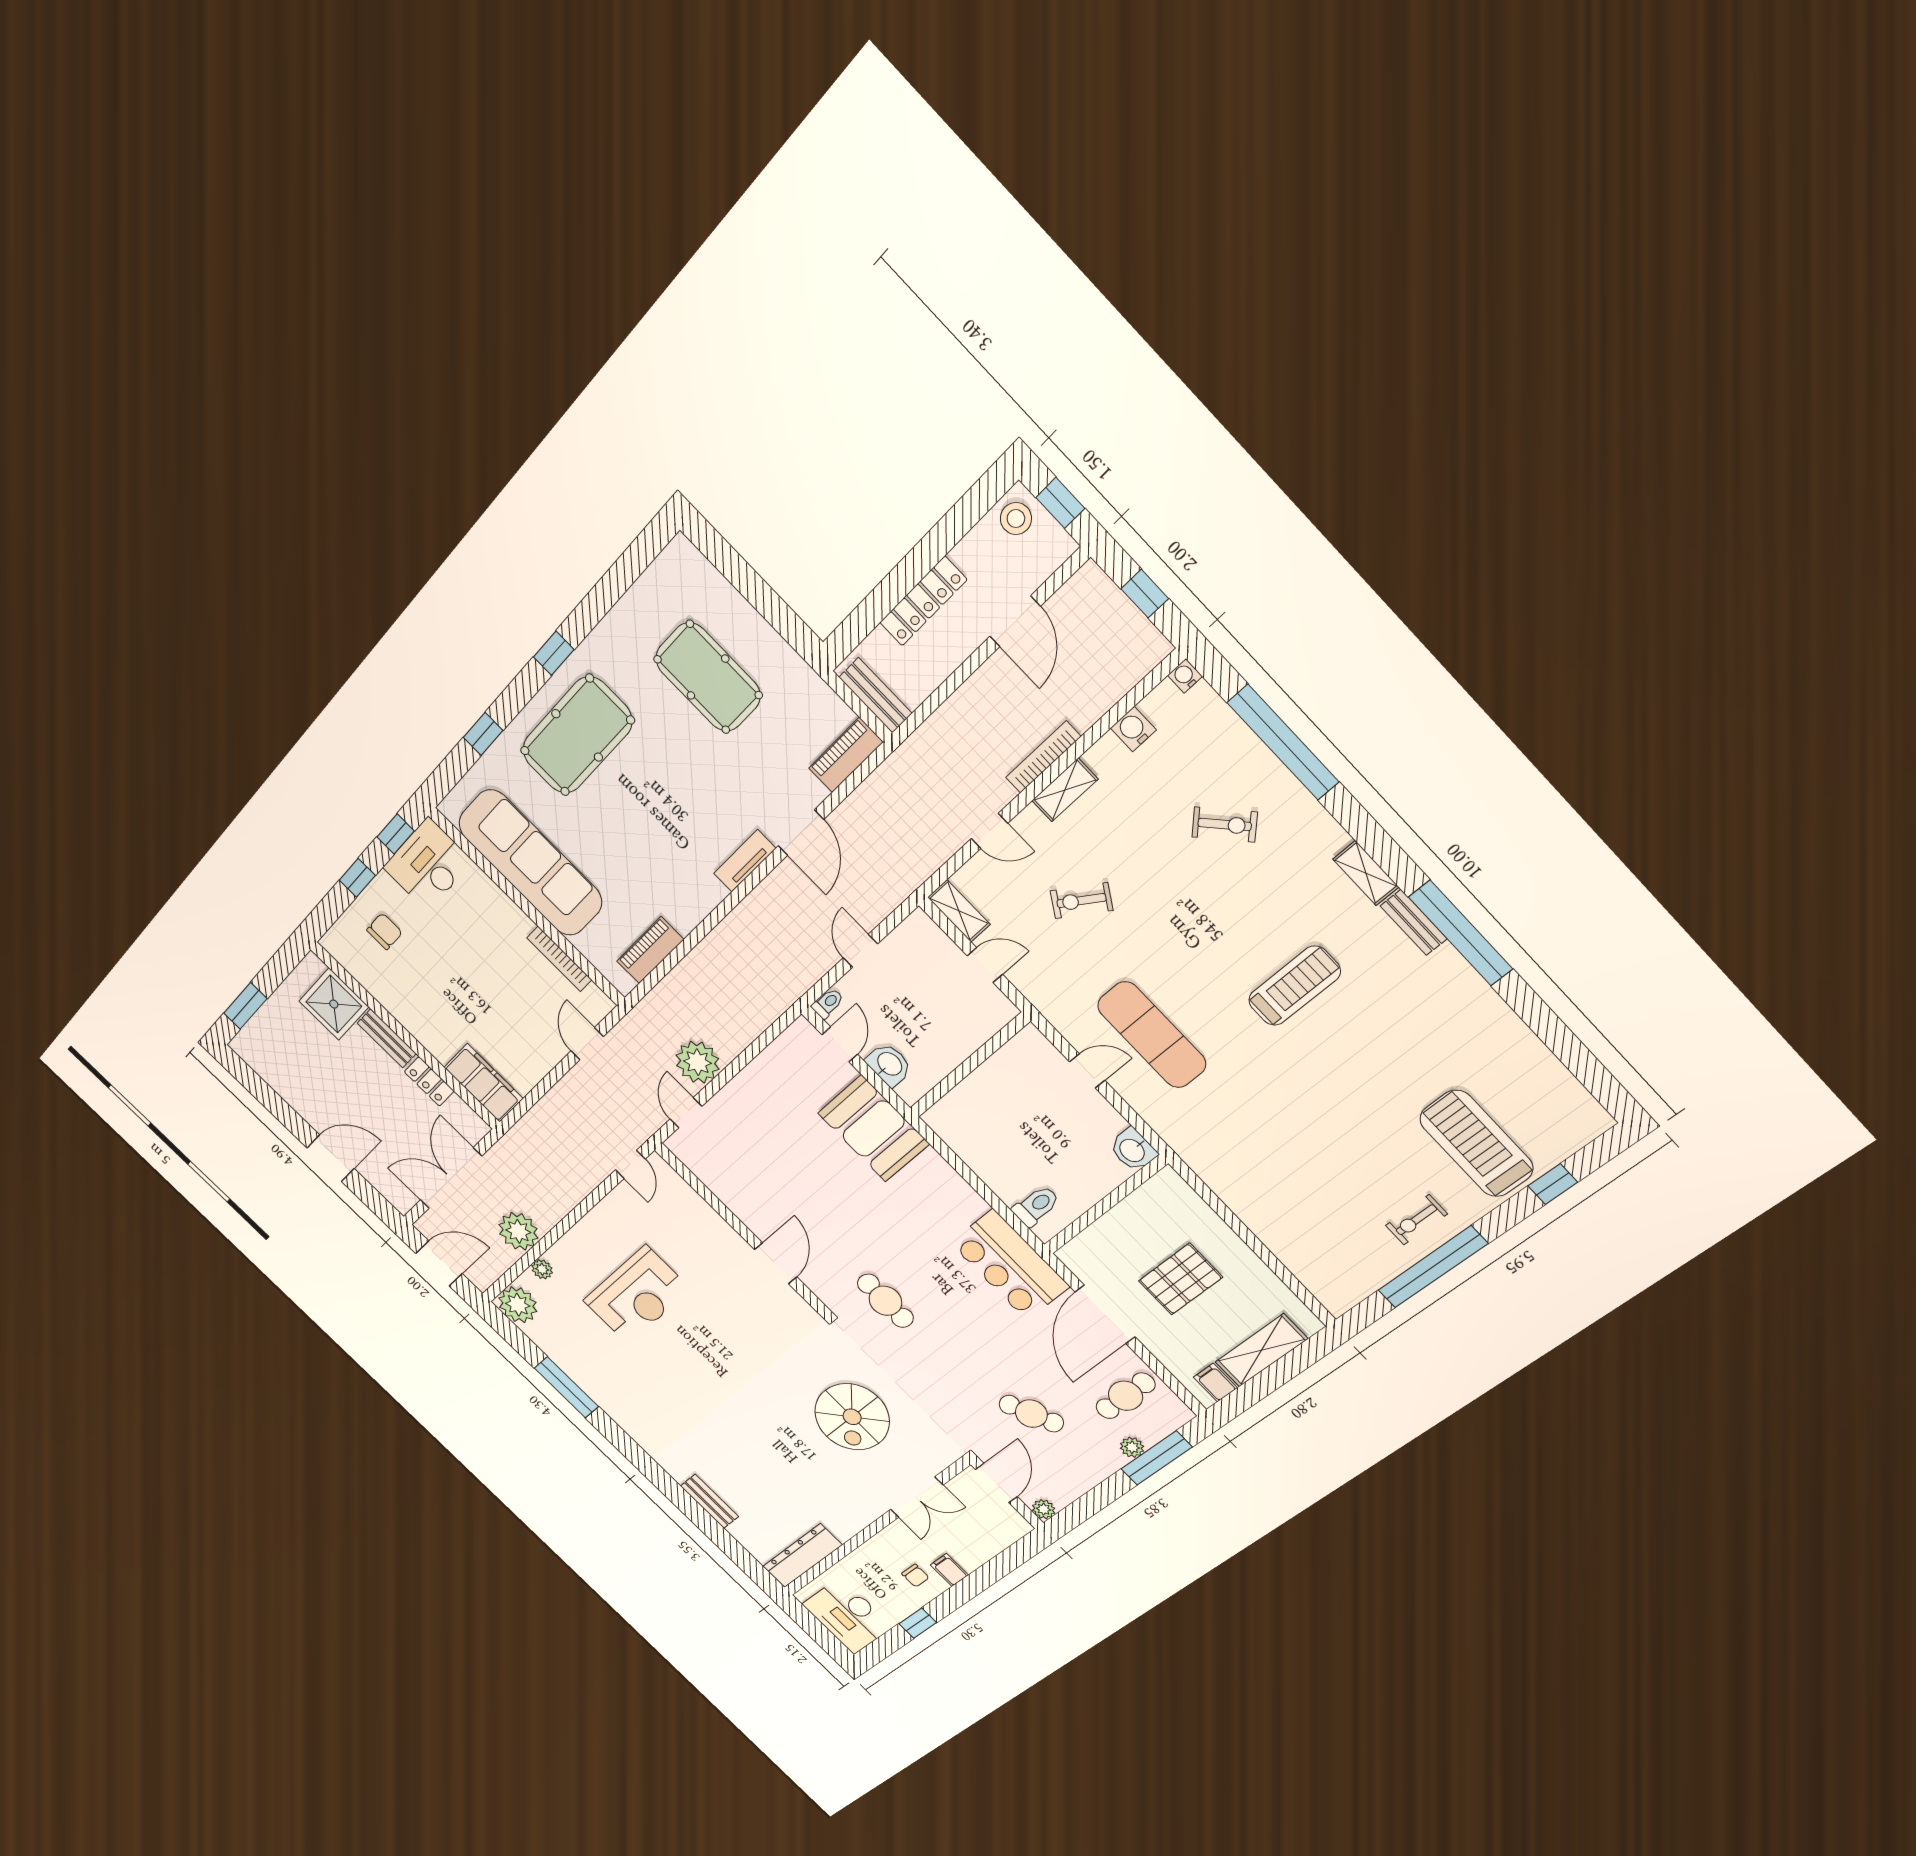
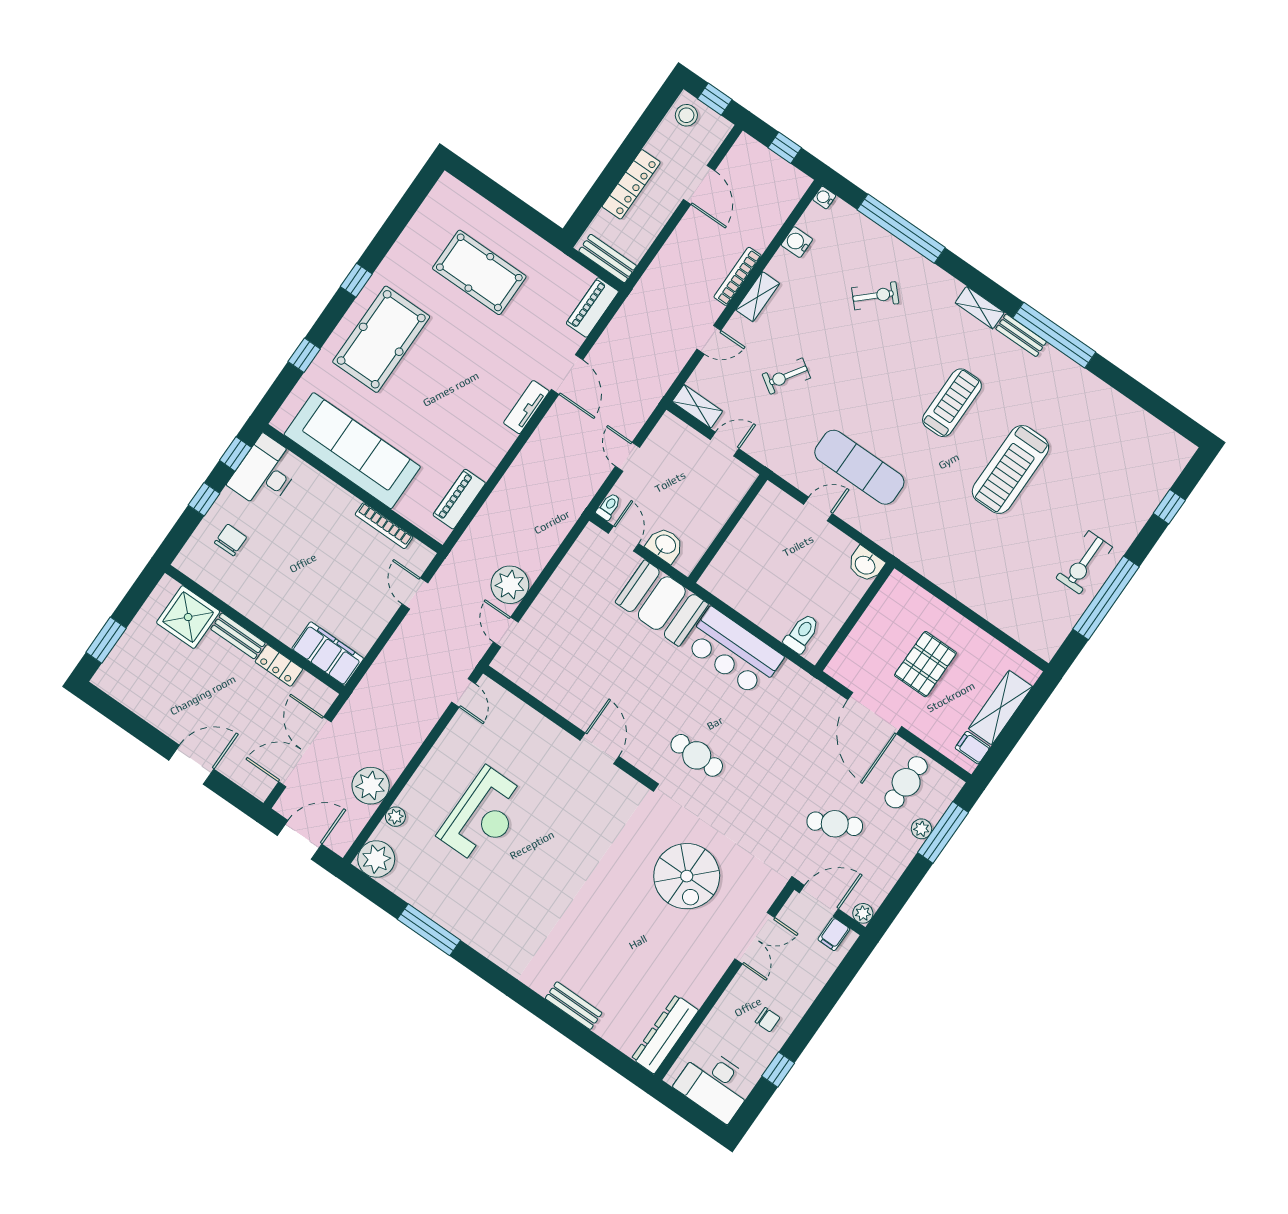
treadmill: (1476, 1144) -> (1010, 469), moved, turned -90
exercise bike: (1416, 1220) -> (1084, 562), width x1.38, depth x1.39
bar counter: (1010, 1265) -> (733, 651), moved
door: (996, 1483) -> (819, 901), hinge flipped
filing cabinet: (949, 1570) -> (834, 934), moved, turned -90

